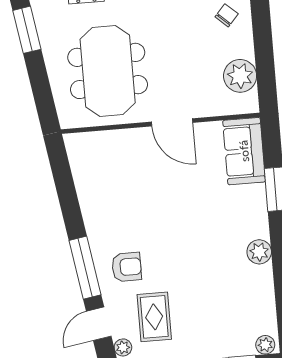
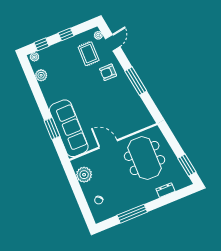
sofa: (244, 151) -> (69, 128), width x1.85, depth x1.27
plant: (259, 252) -> (41, 75), moved
window: (85, 268) -> (136, 81), moved

